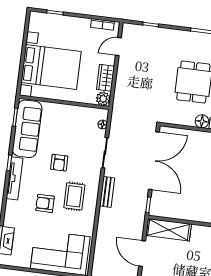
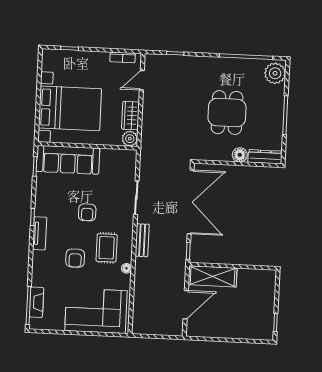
floor lamp: (103, 124) -> (126, 268), moved
sofa: (27, 129) -> (68, 160), moved, turned 90
tv unit: (15, 178) -> (40, 233), width x0.71
armchair: (45, 203) -> (75, 258), turned -90
door: (142, 254) -> (186, 305), swing flipped

